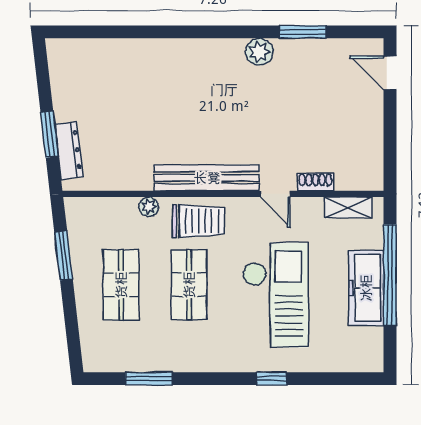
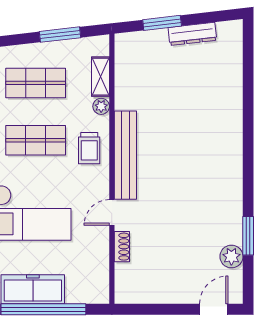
plant: (259, 52) -> (231, 256), moved
dresser: (69, 151) -> (192, 34), moved
shelving: (348, 208) -> (100, 77), moved
trolley: (199, 221) -> (89, 148), width x0.73, depth x0.72

